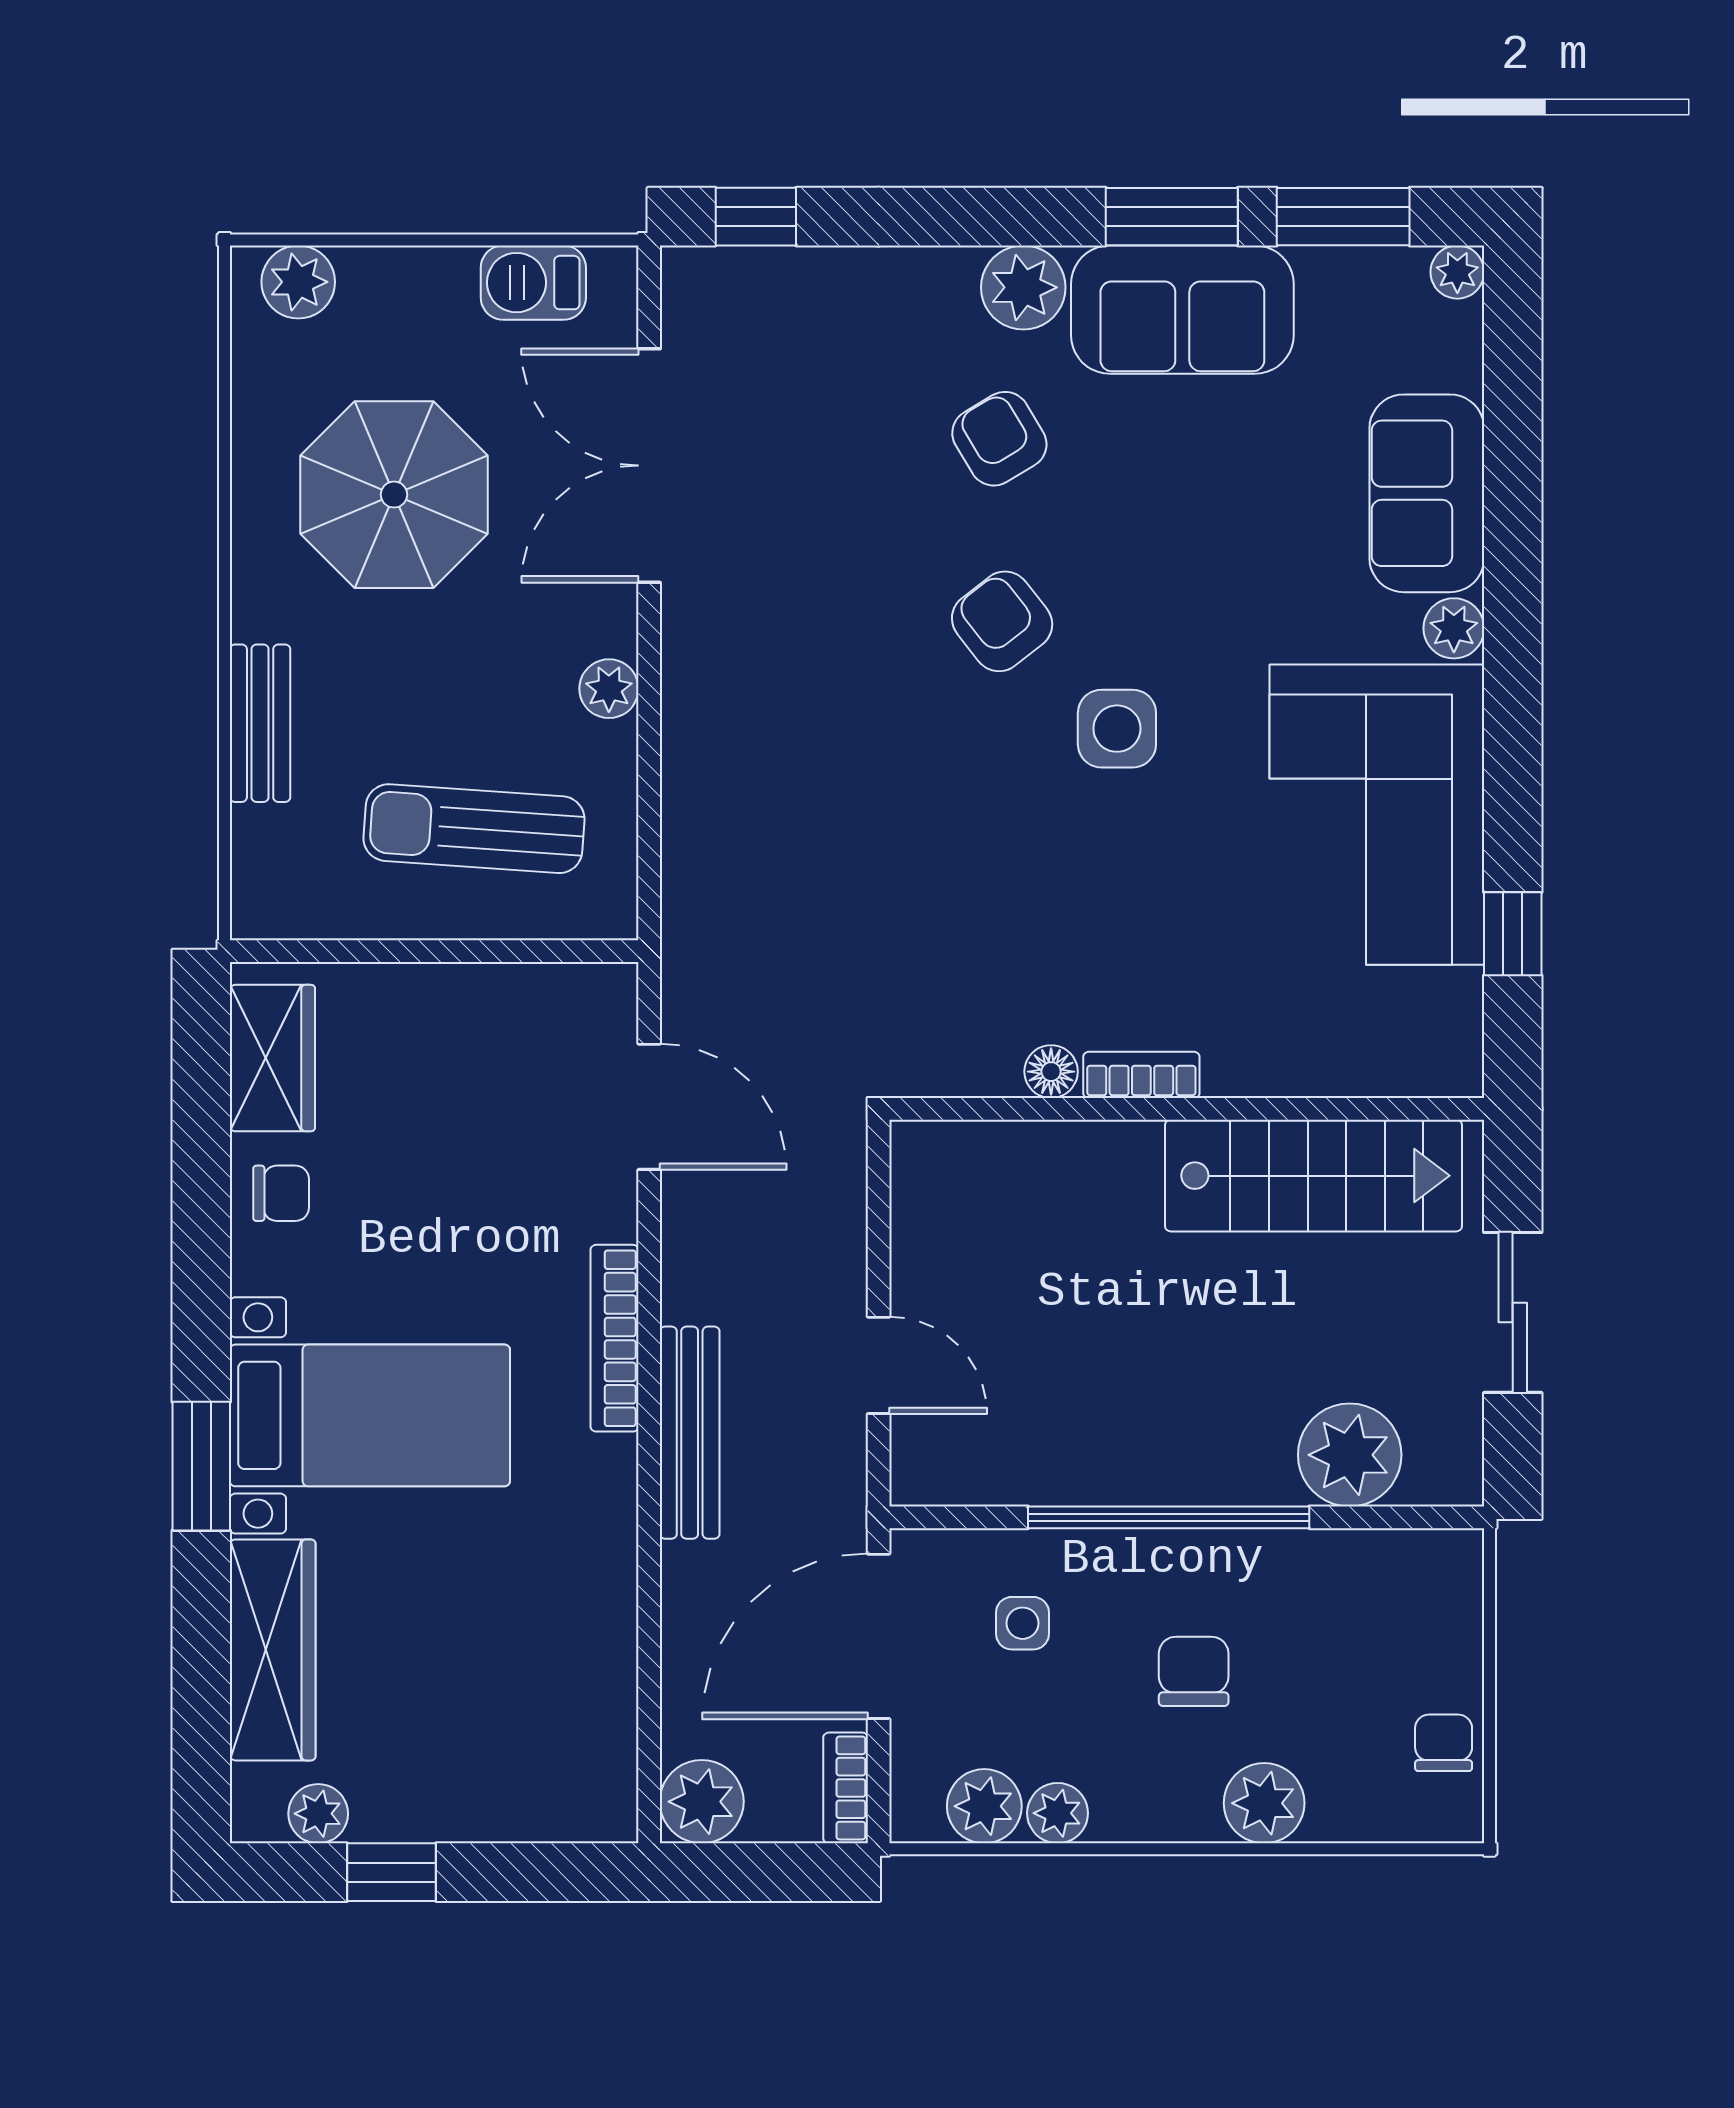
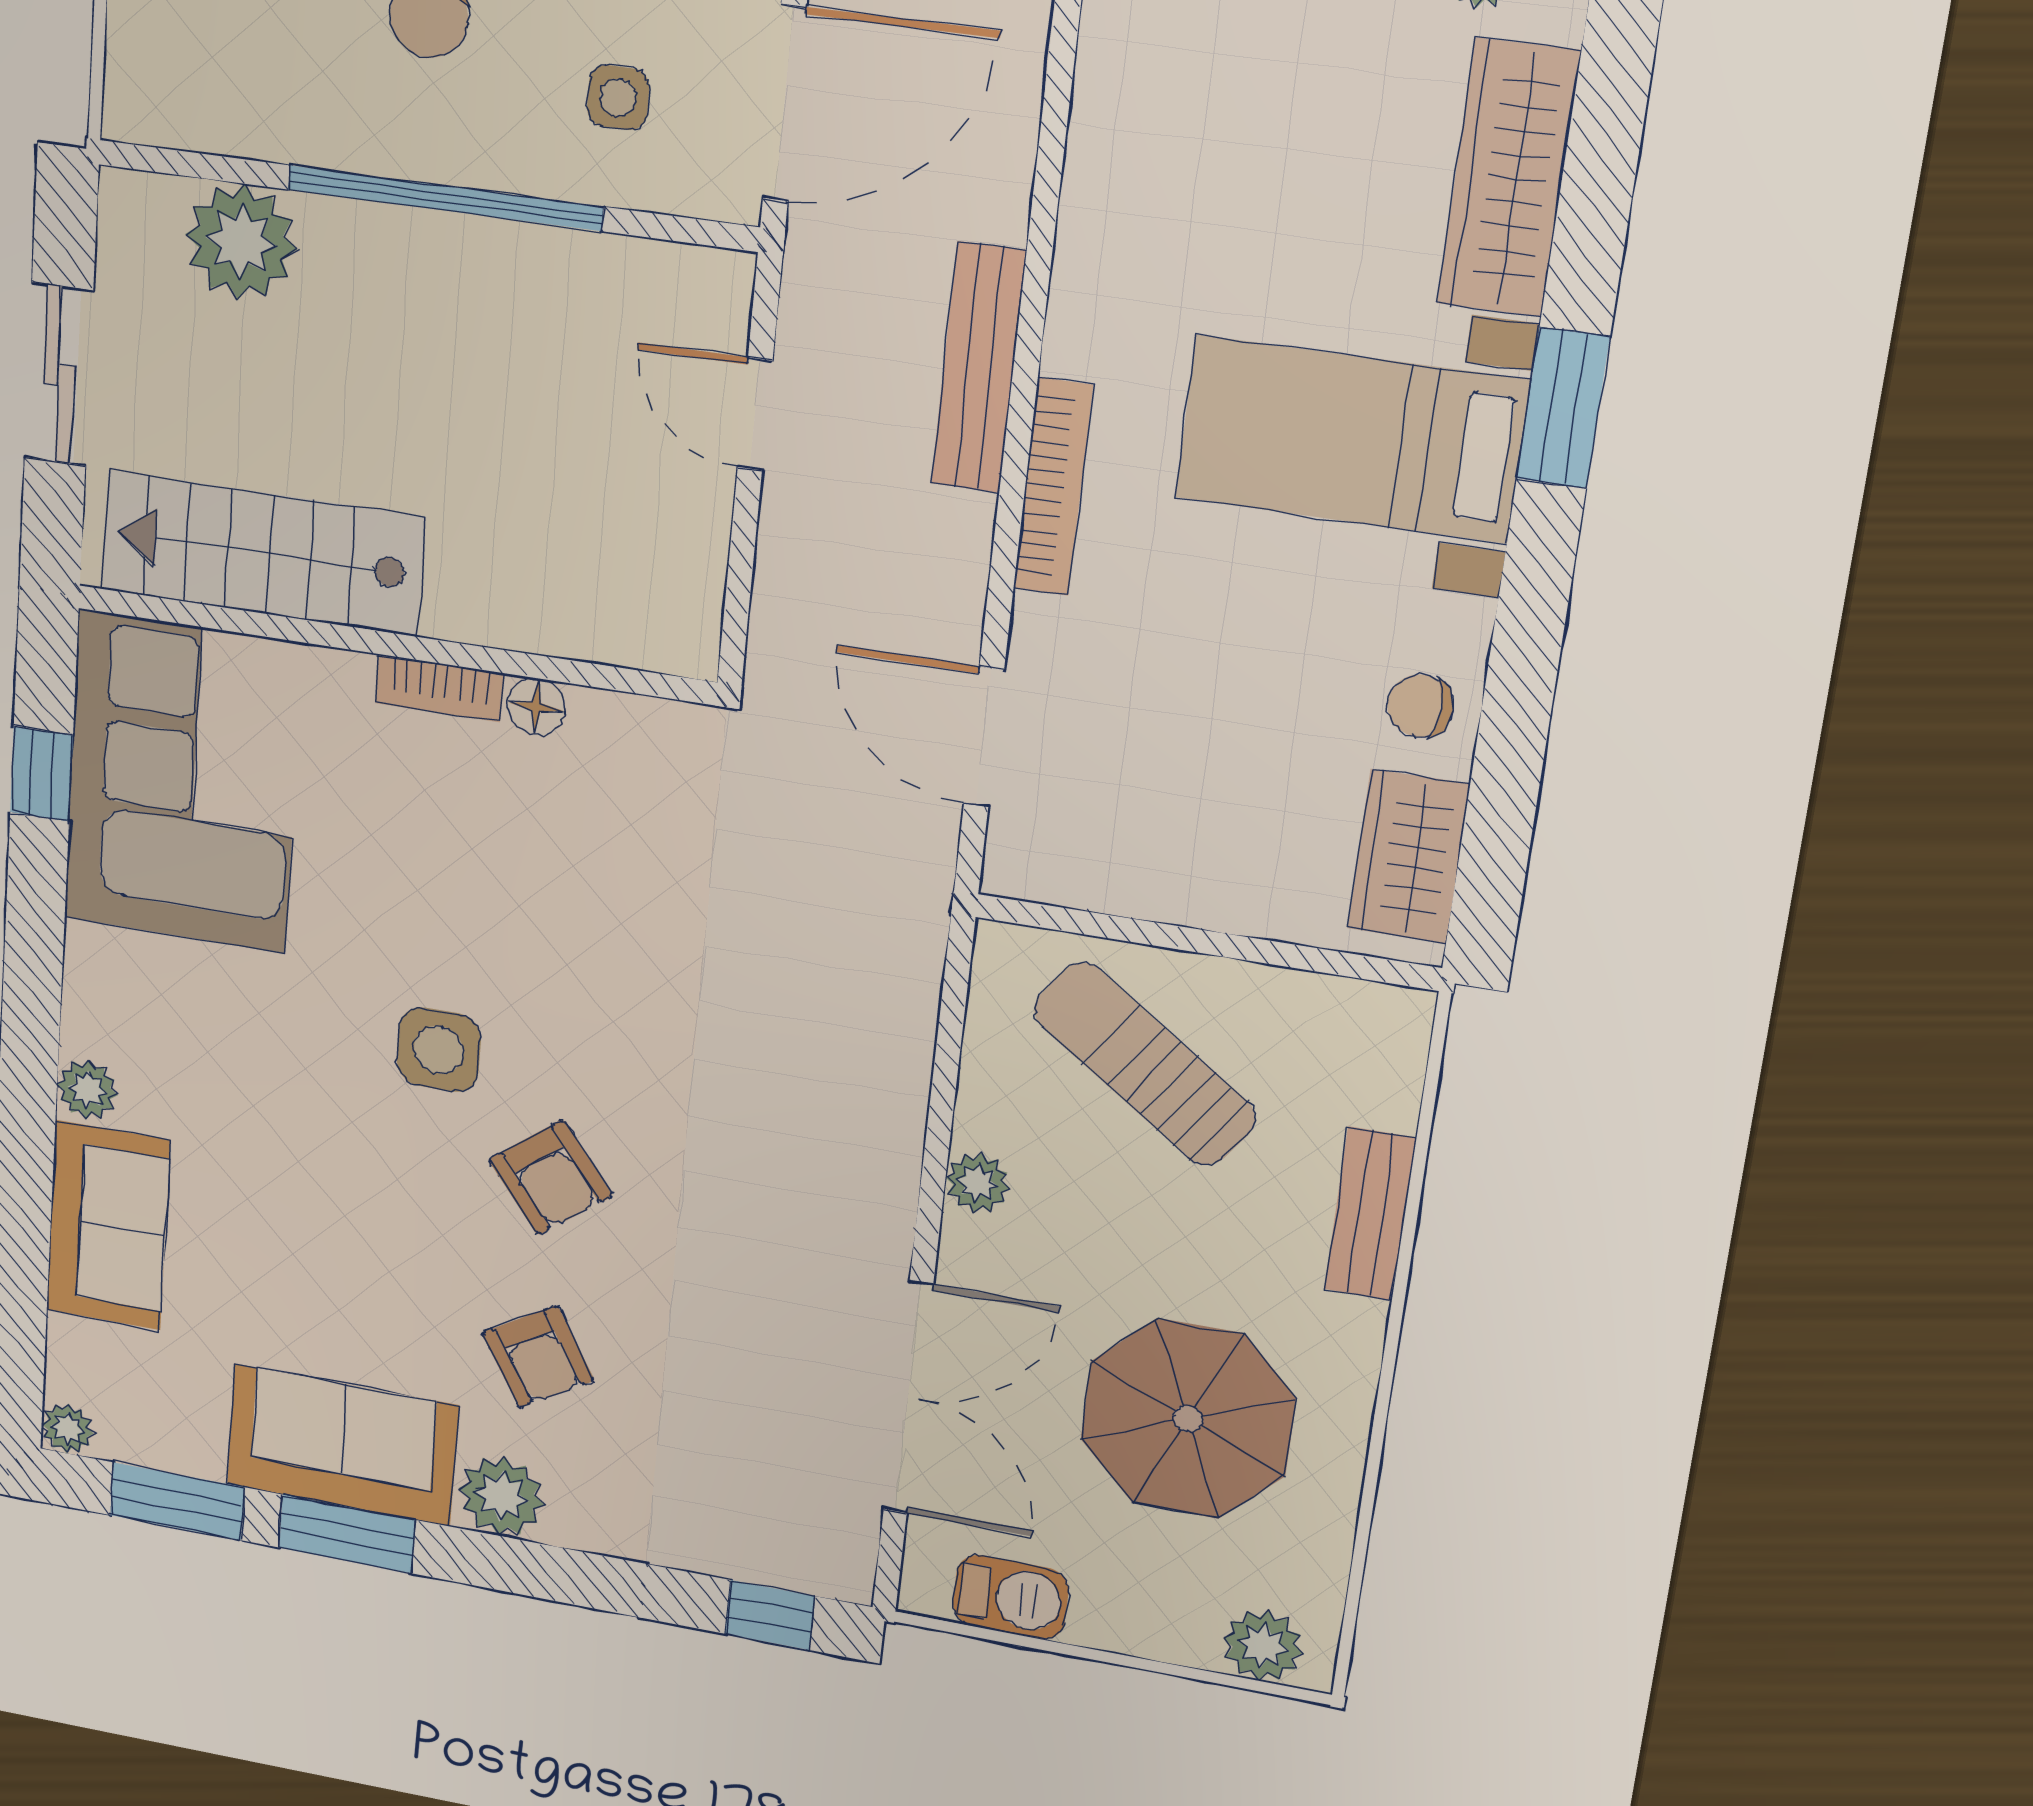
corner sofa: (1377, 815) -> (182, 782), moved
sun lounger: (474, 829) -> (1145, 1064), turned -149

